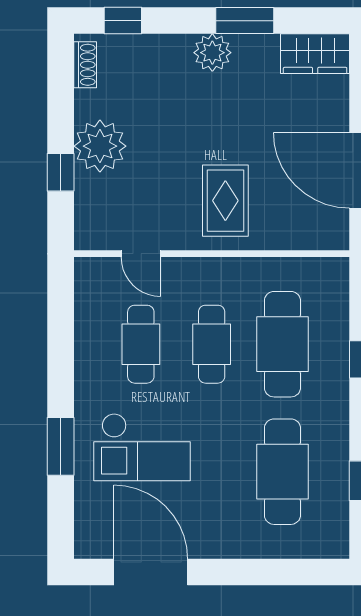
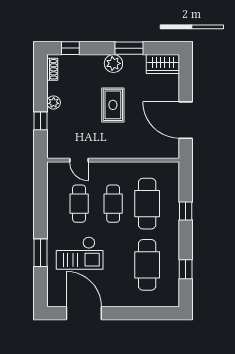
plant: (100, 146) -> (54, 102), width x0.53, depth x0.53
rug: (225, 201) -> (113, 105), moved

